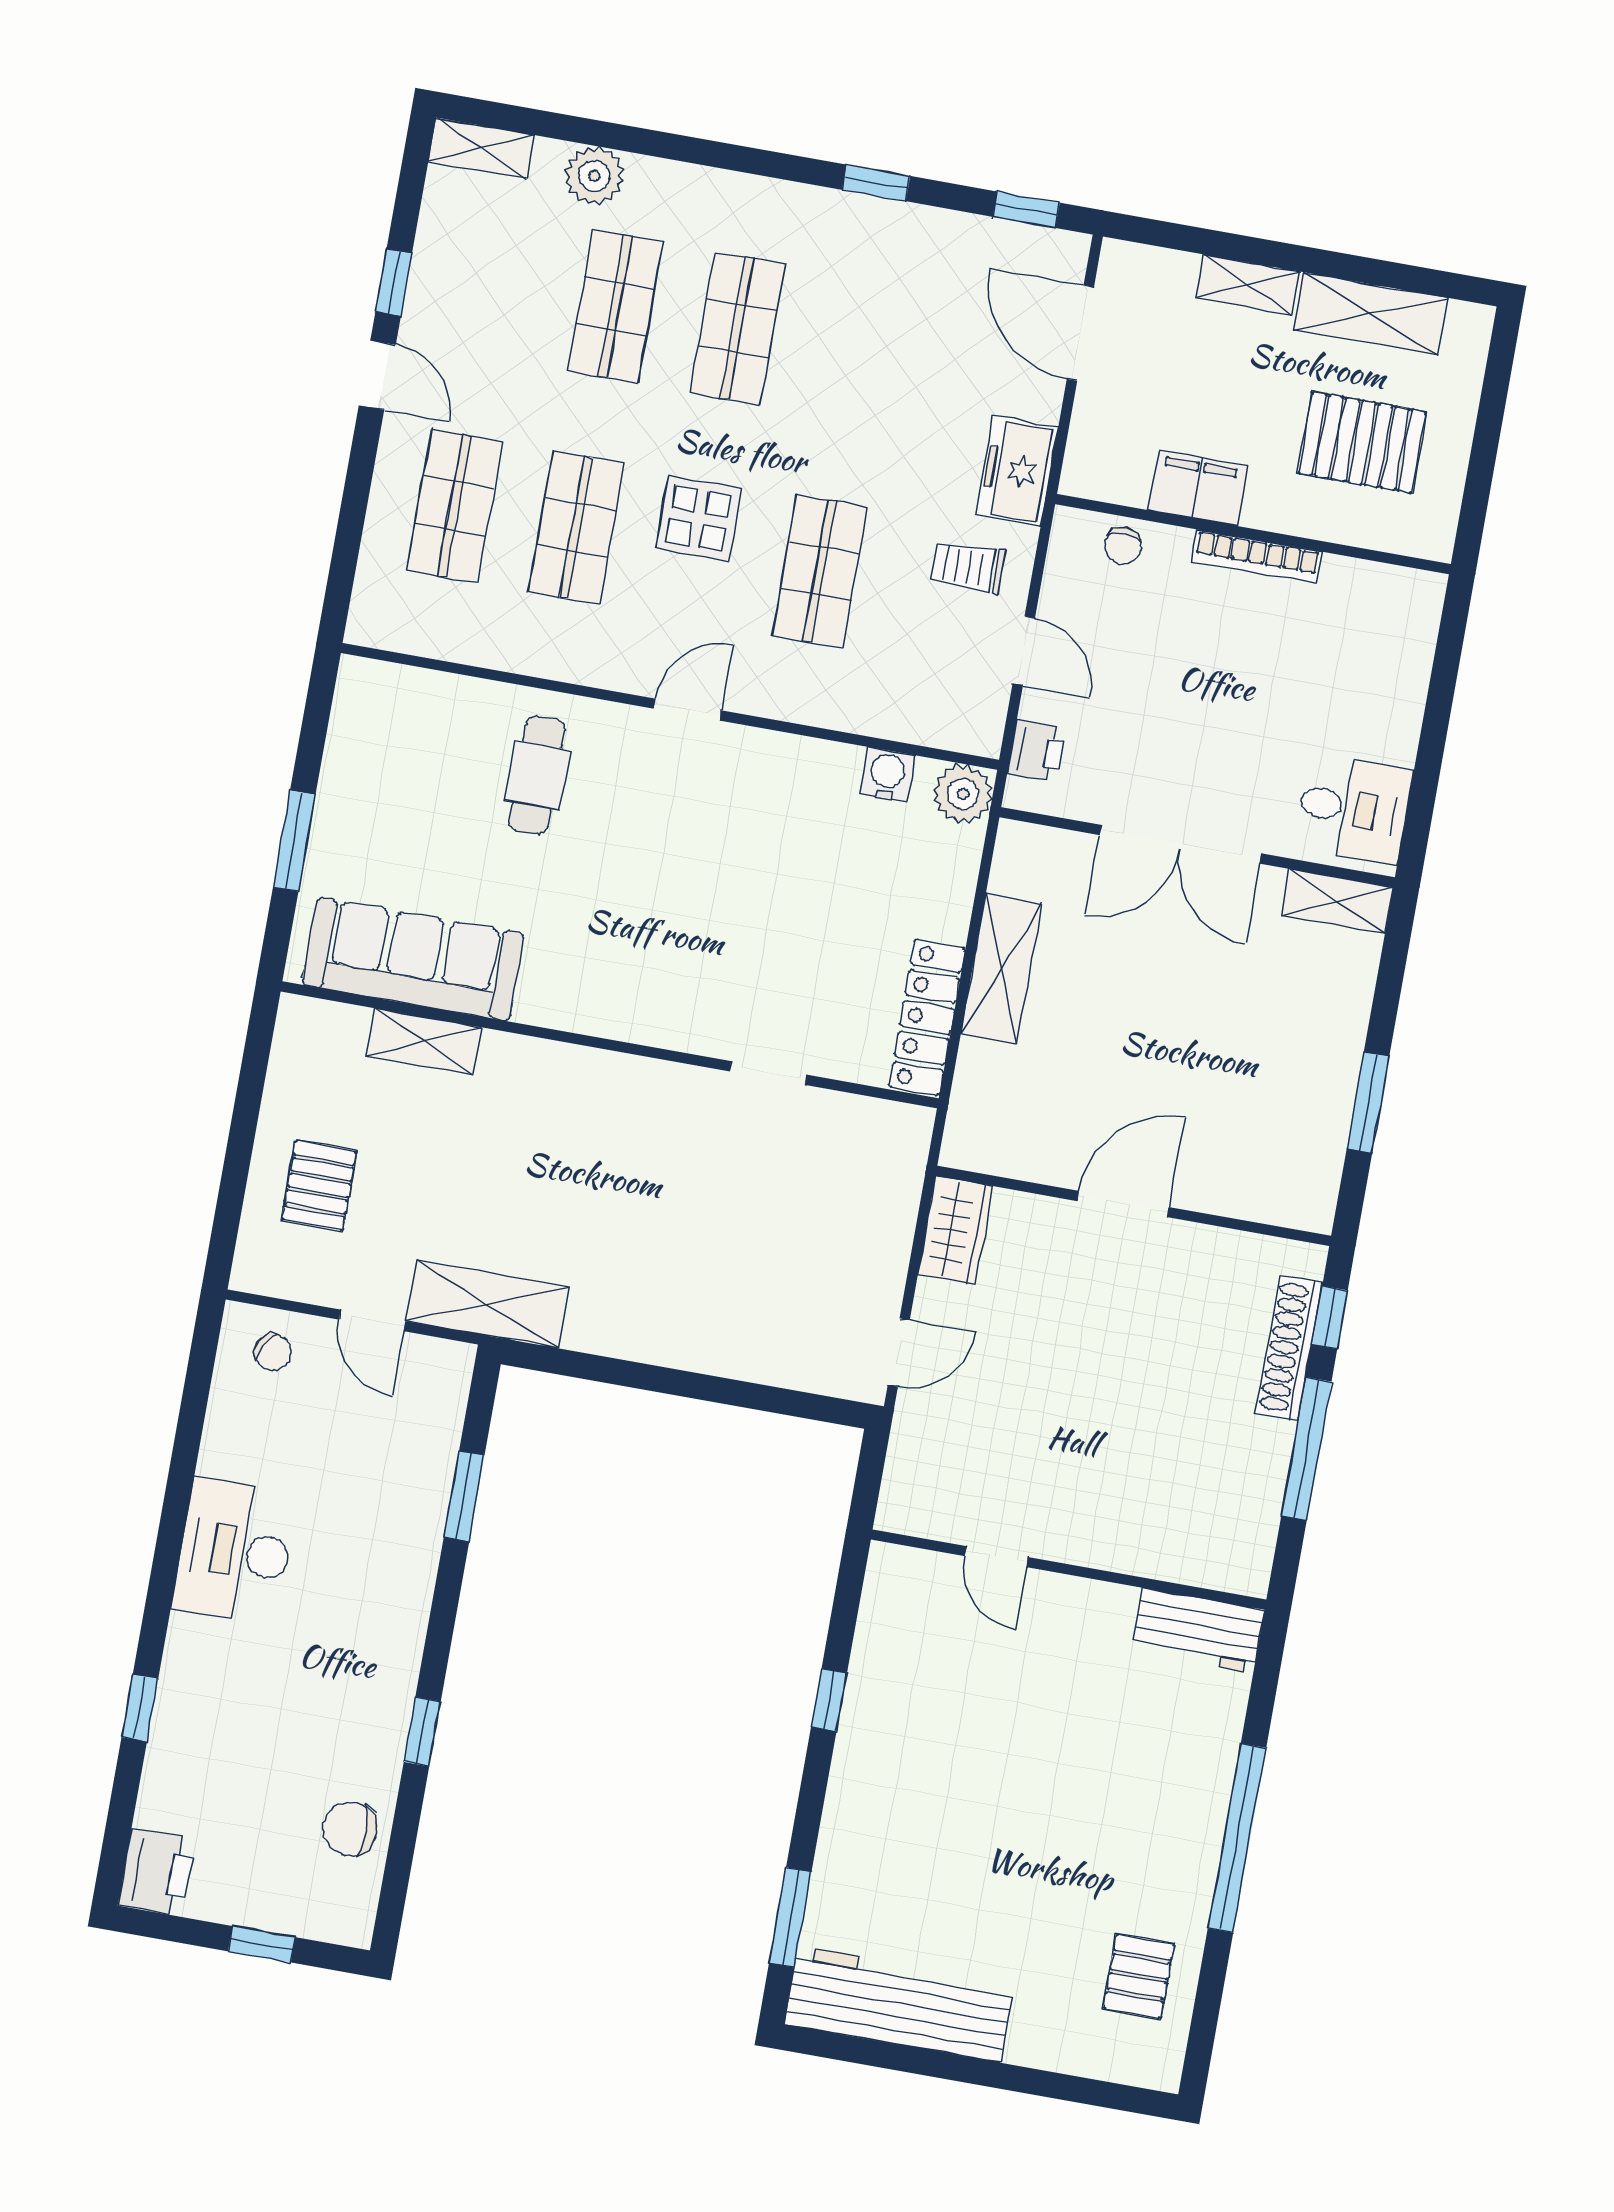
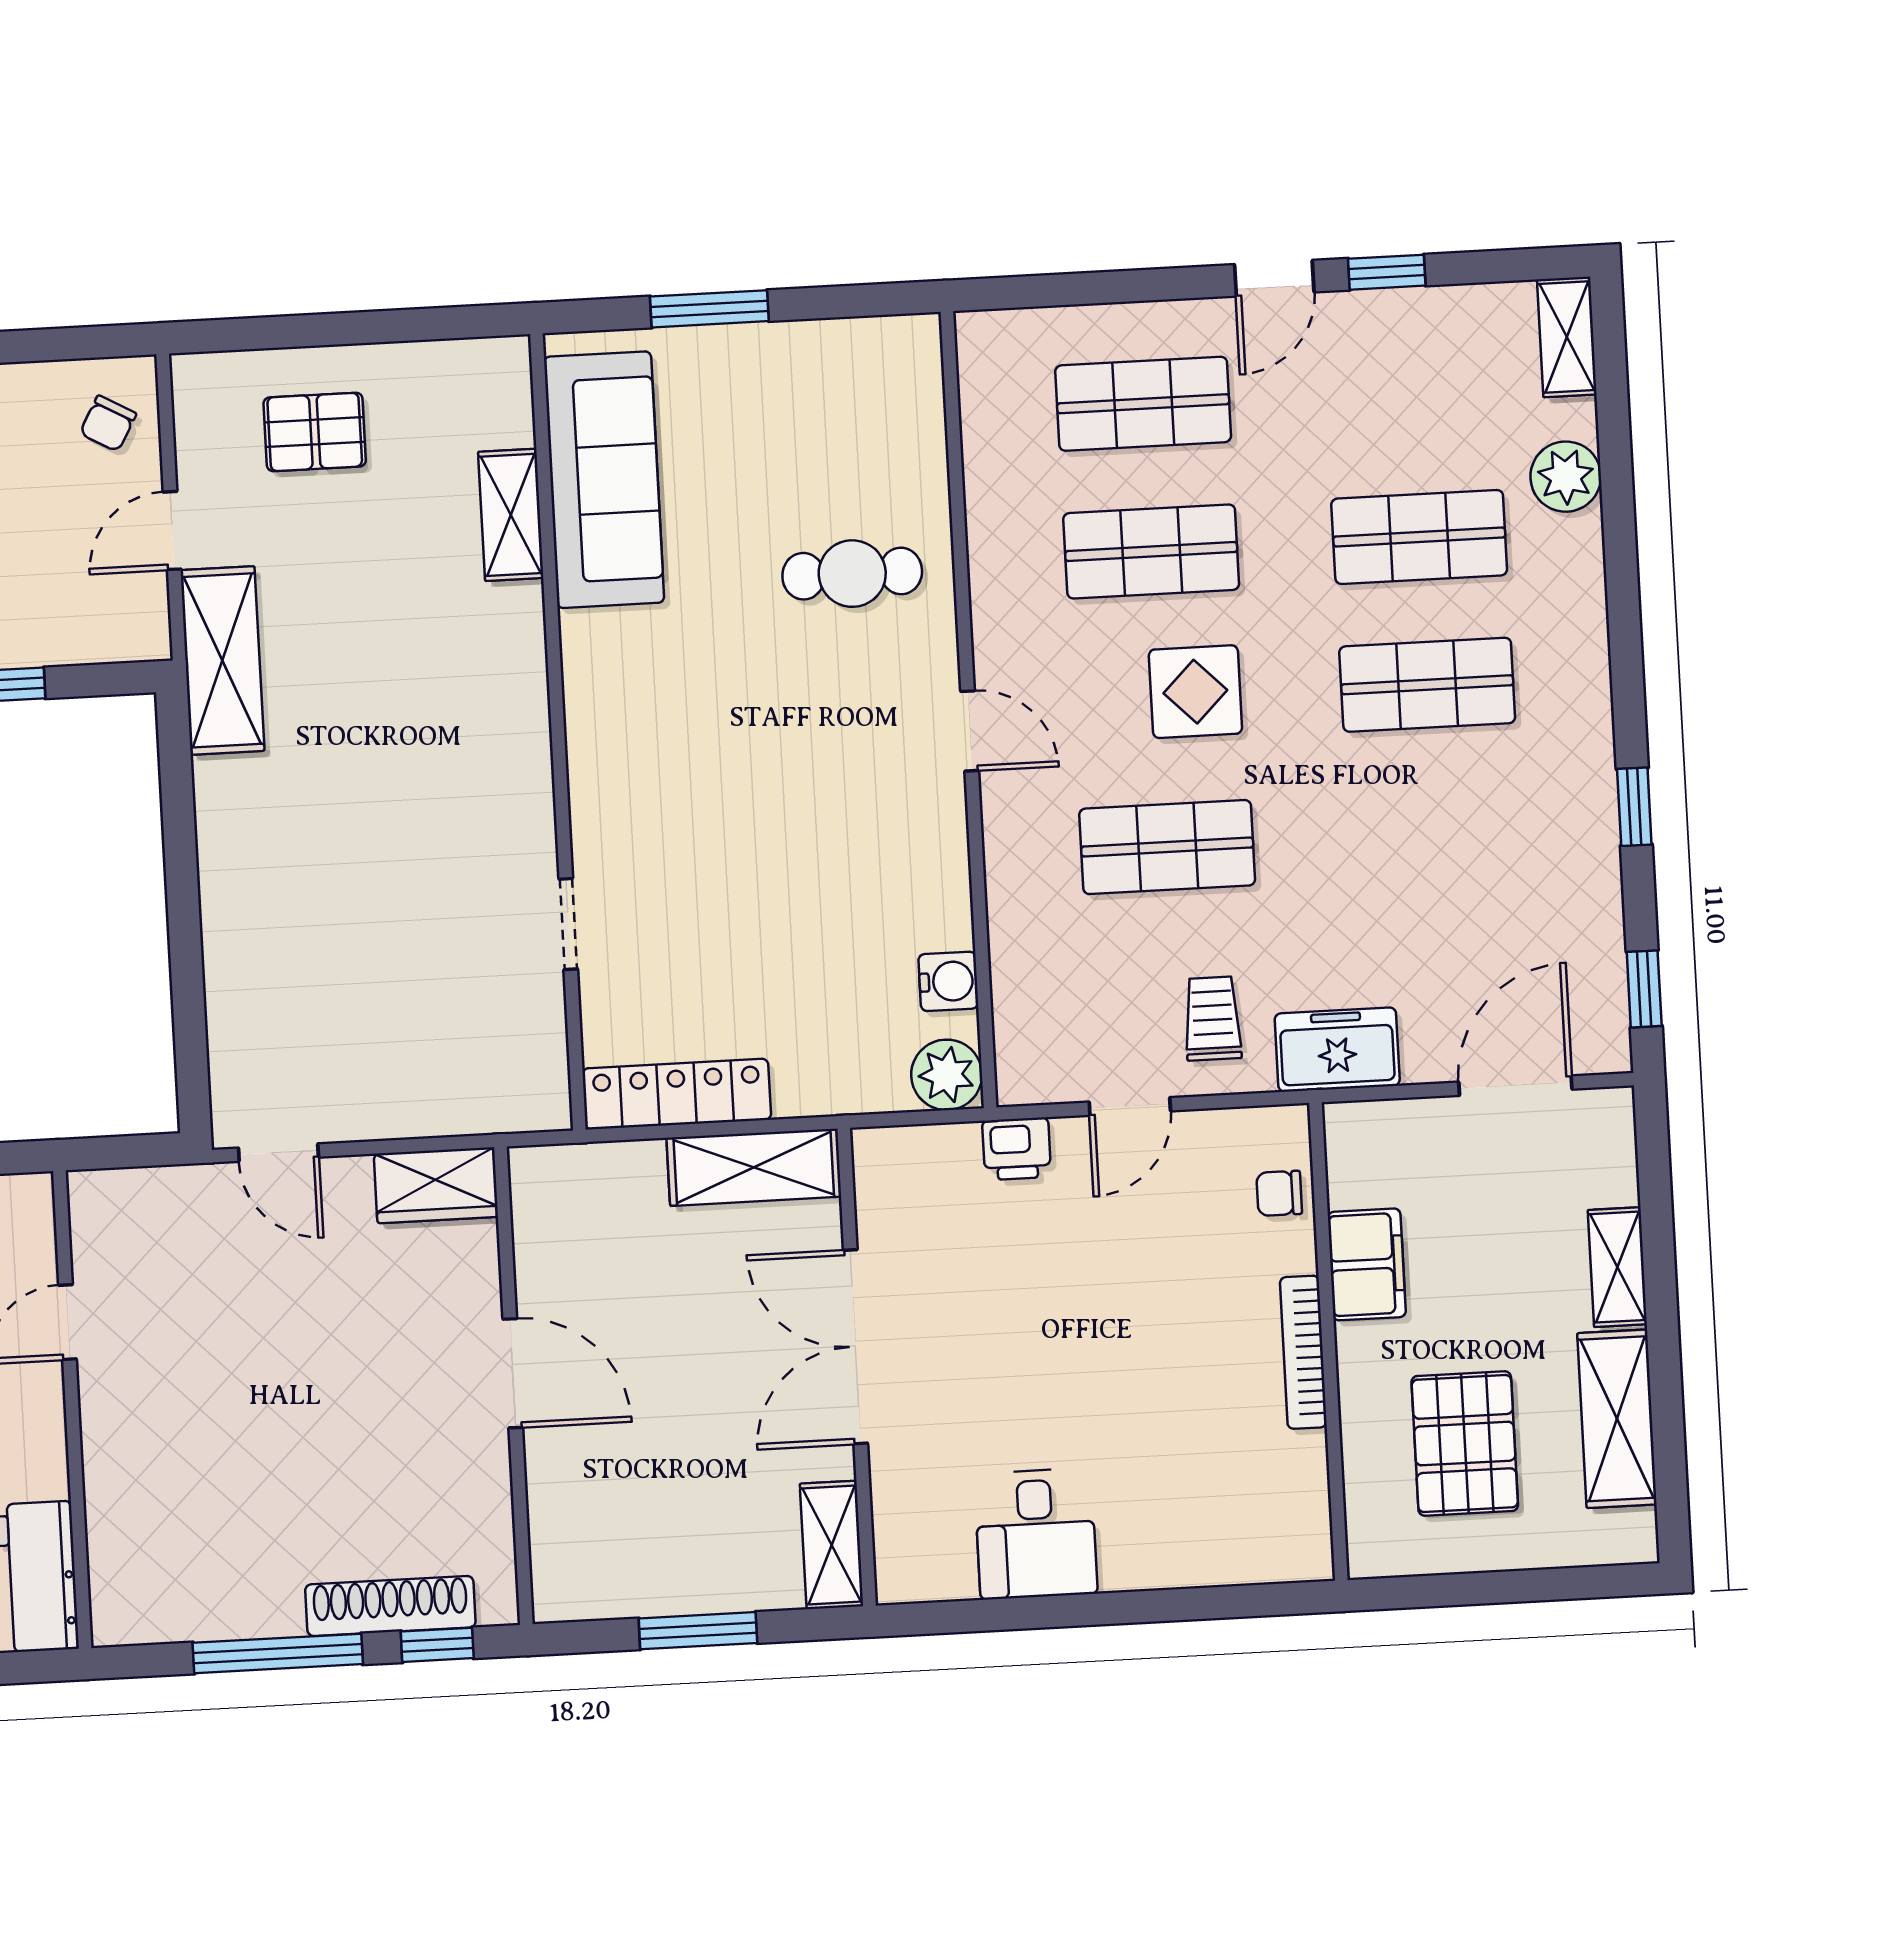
double door: (1180, 844) -> (855, 1347), moved
wall: (1197, 847) -> (857, 1367), moved
shelving: (1337, 901) -> (832, 1545), moved

